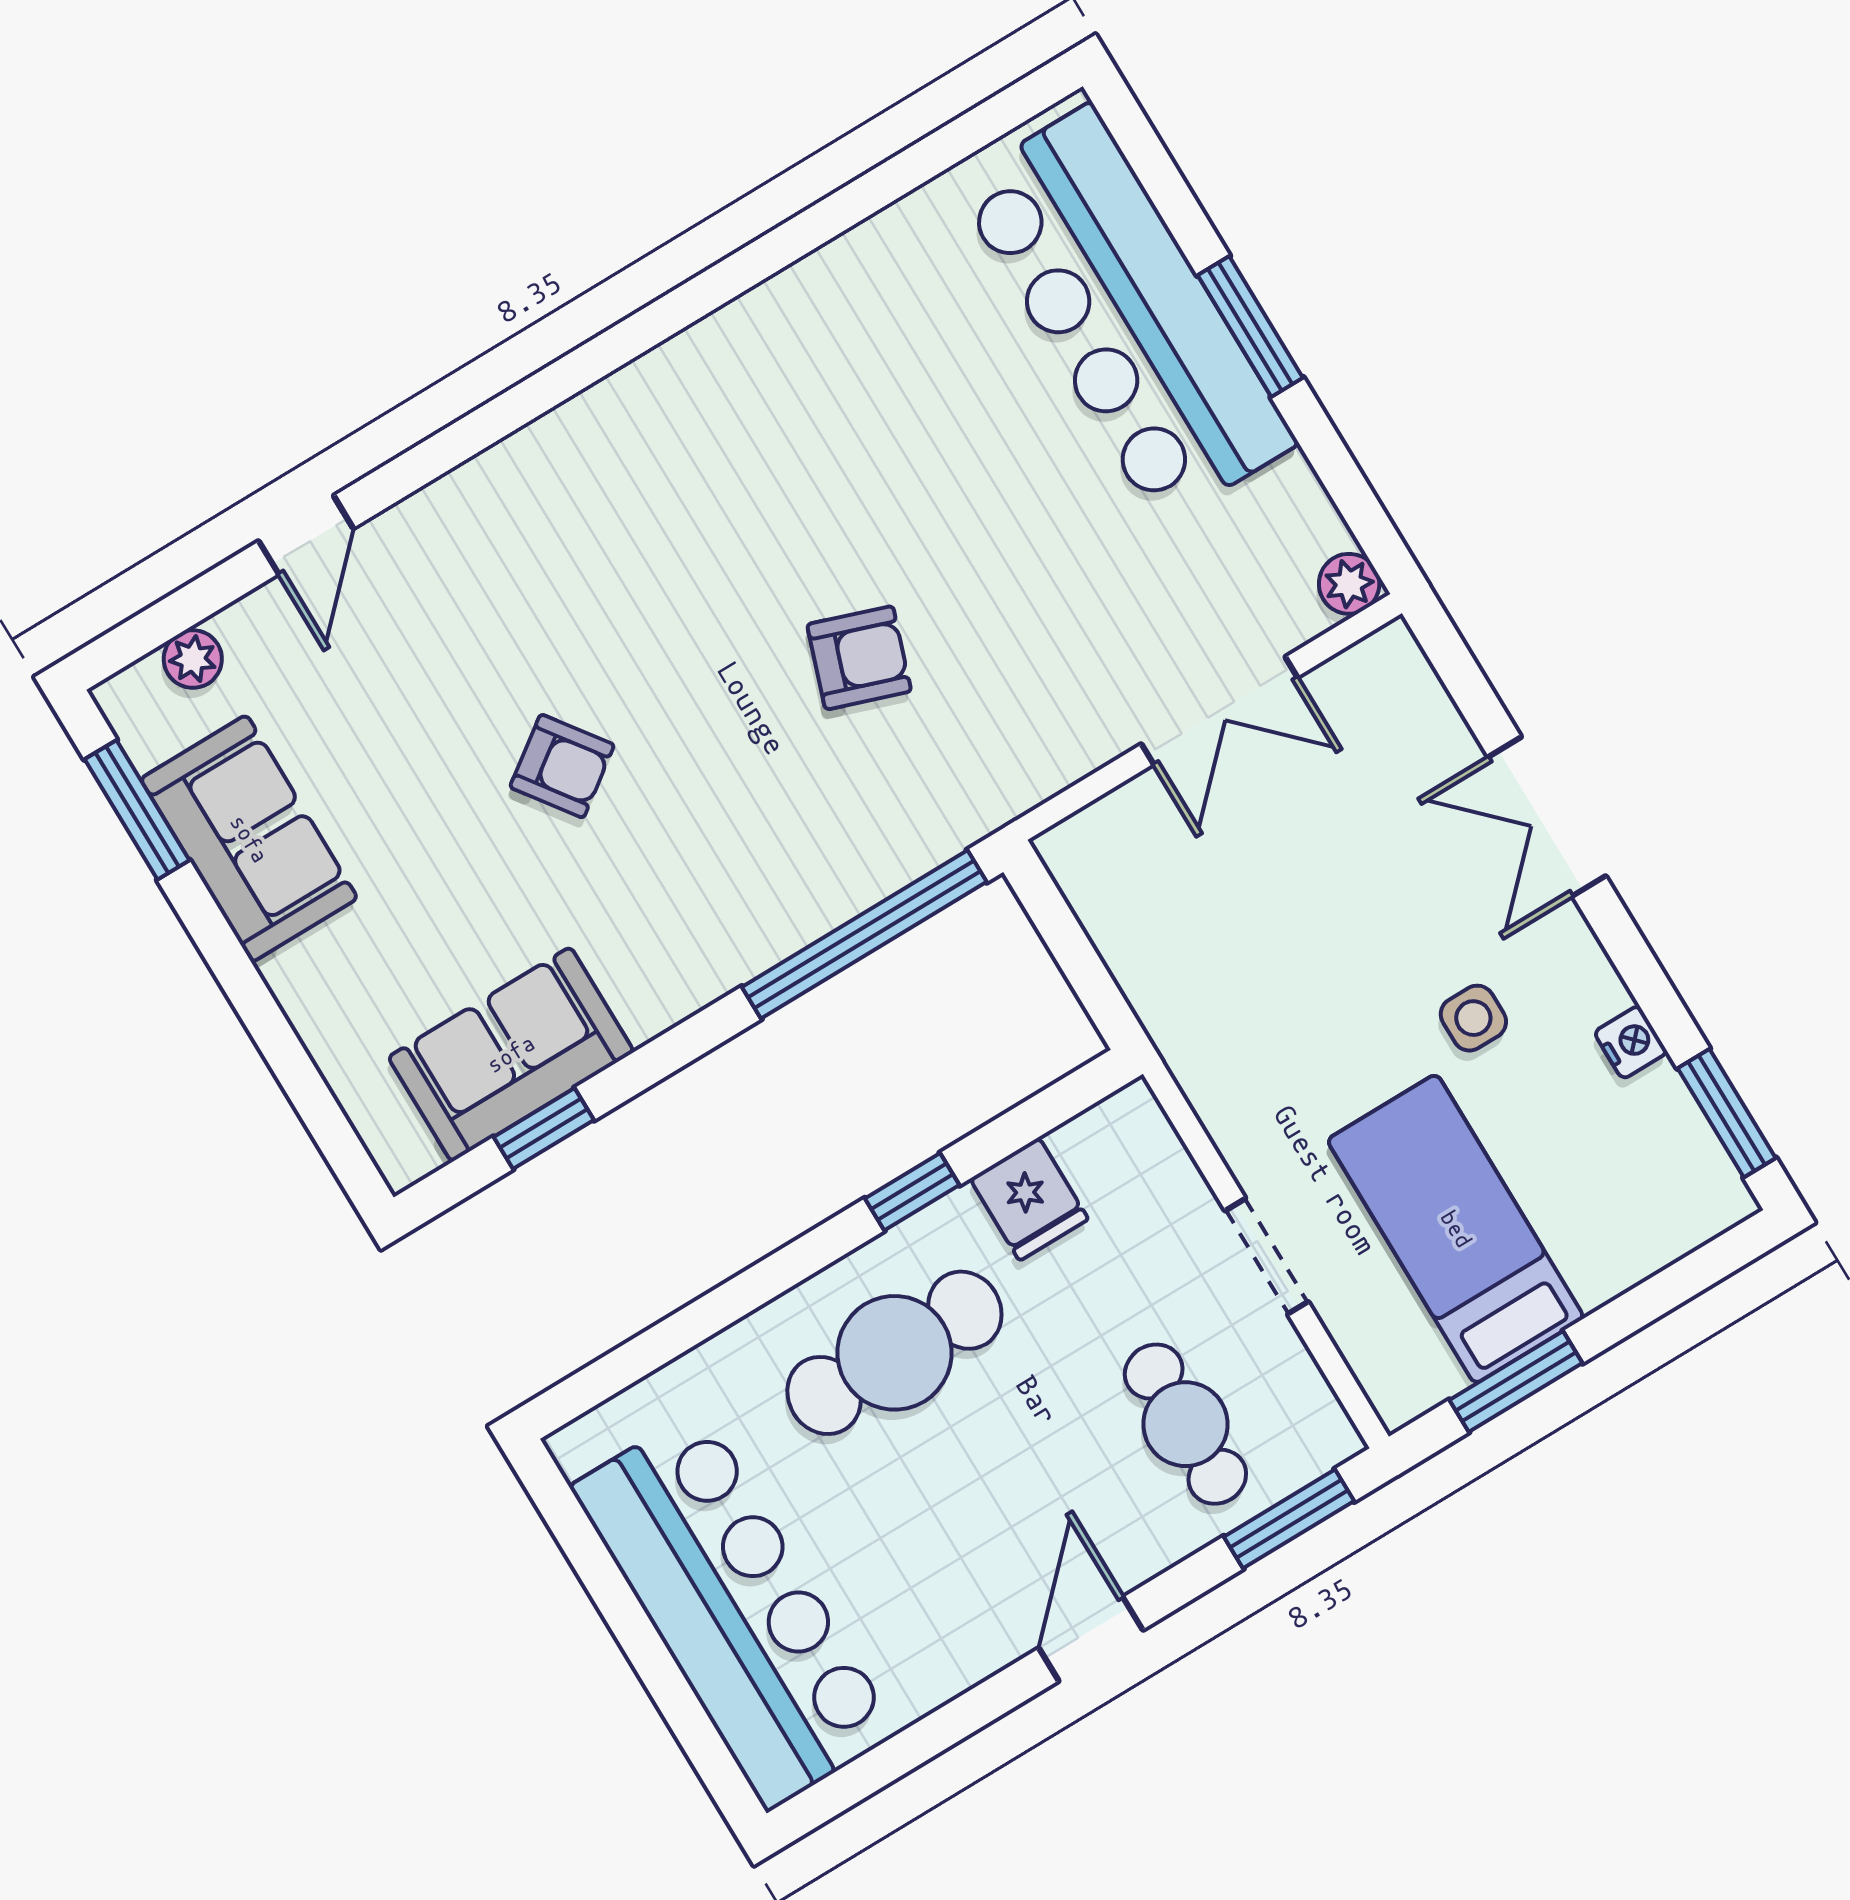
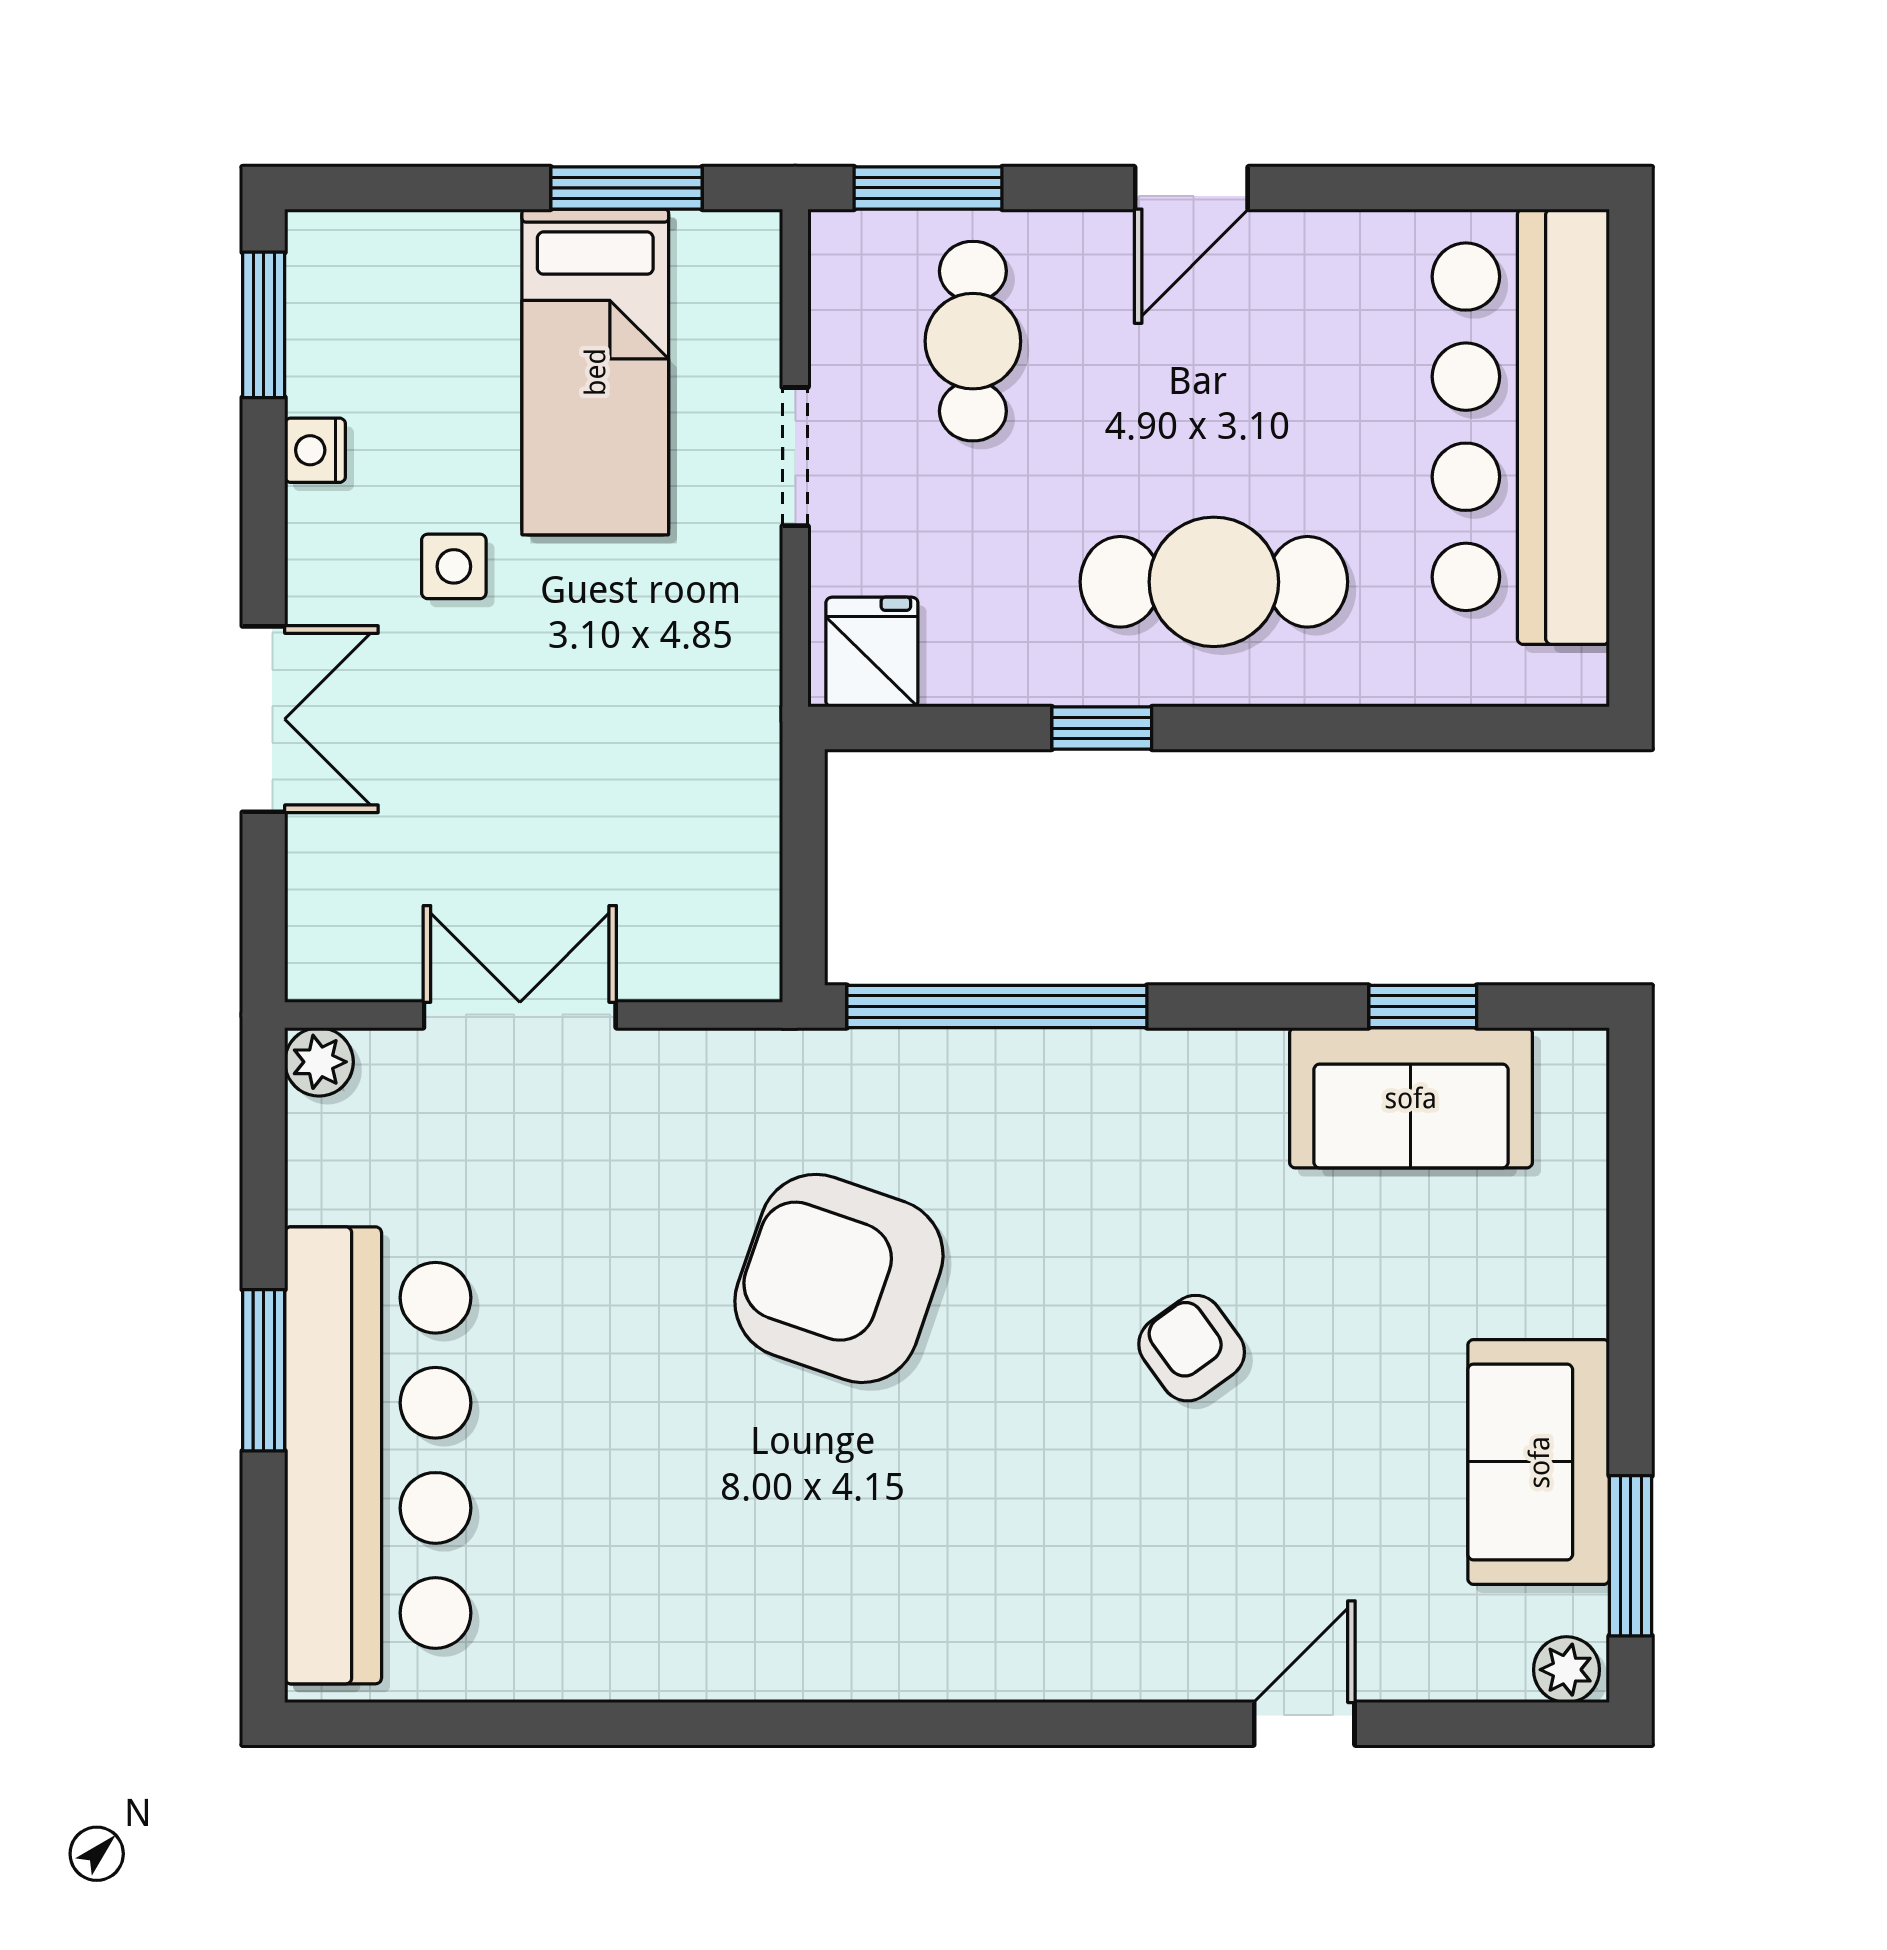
armchair: (859, 658) -> (839, 1278), width x1.88, depth x1.88
plant: (193, 659) -> (1566, 1670), moved
fridge: (1029, 1199) -> (872, 652), moved

